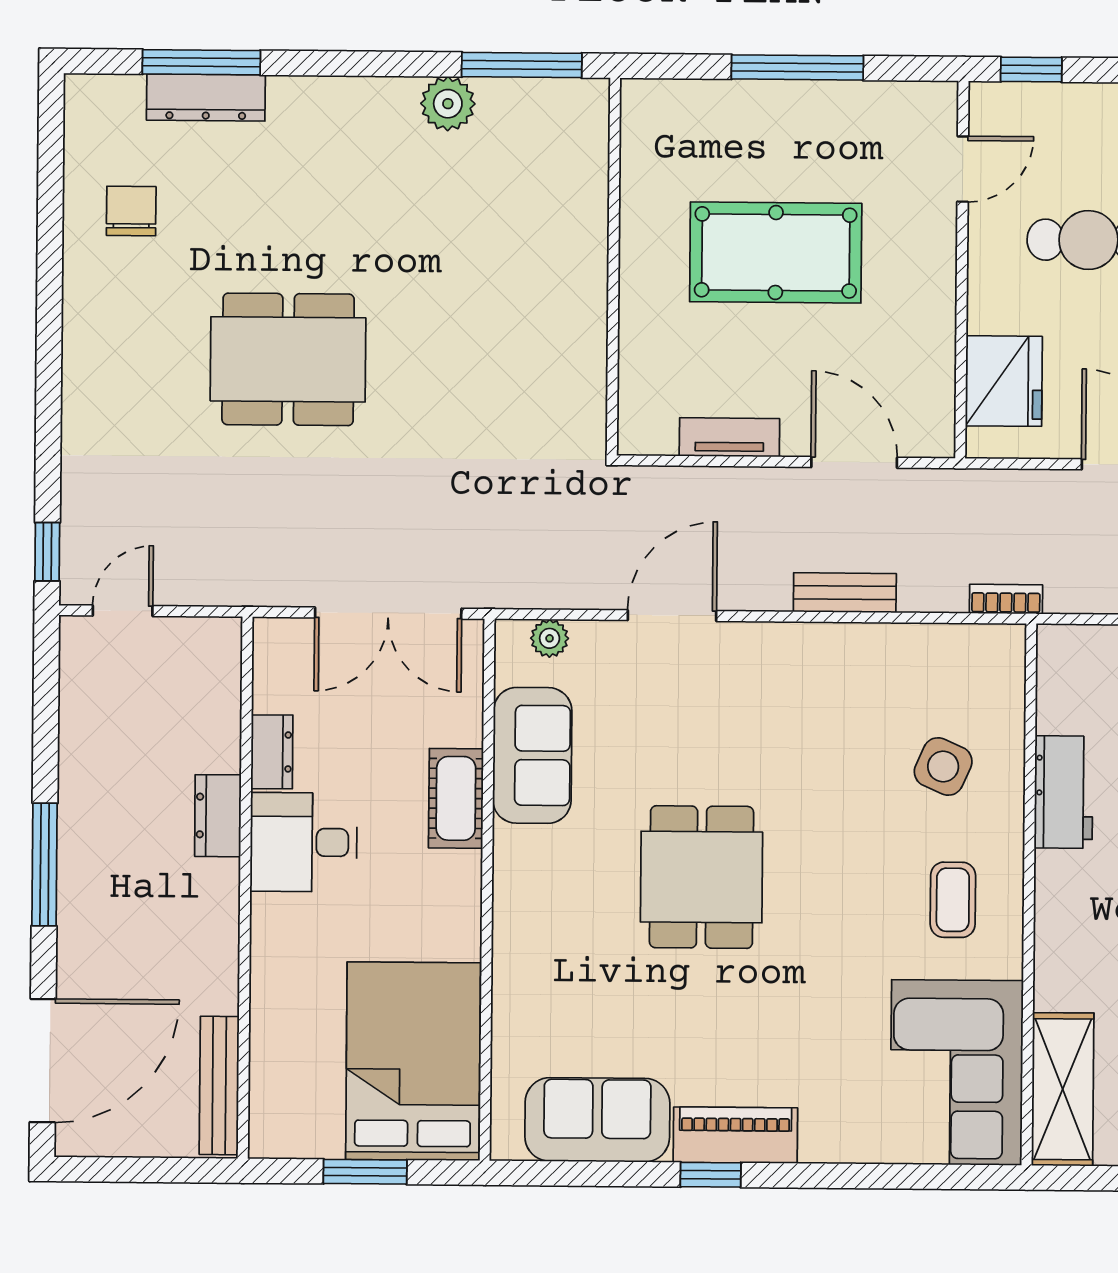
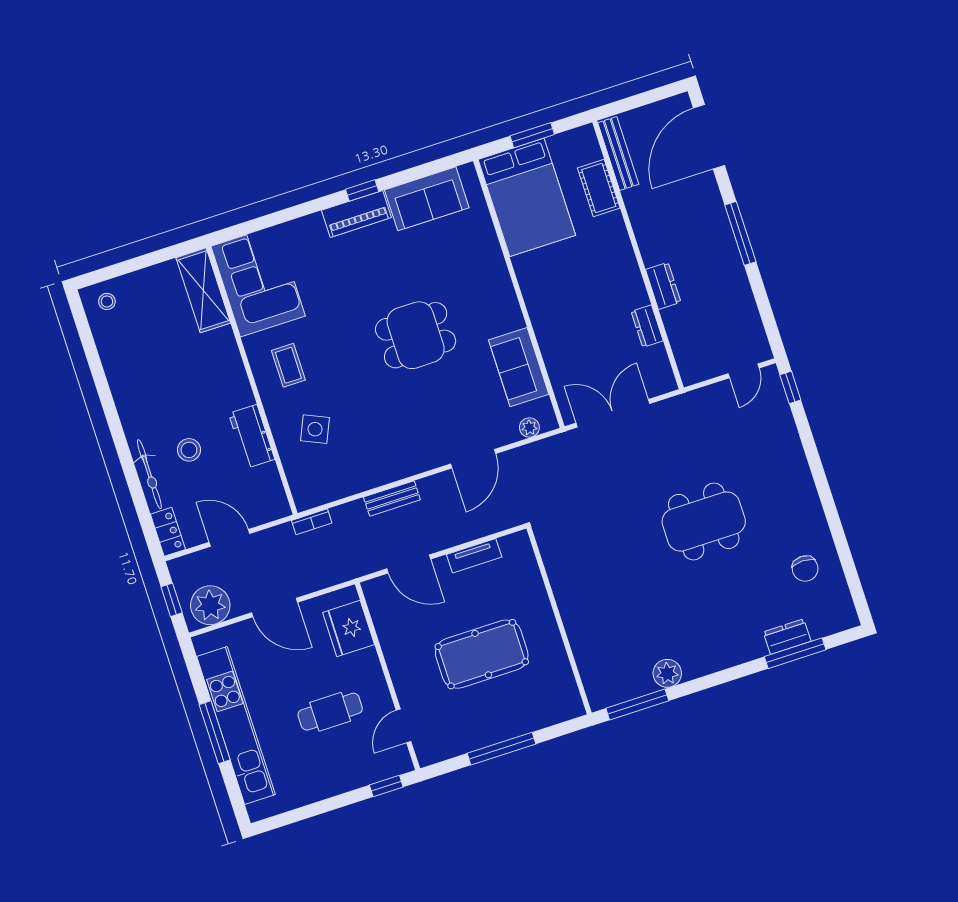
dresser: (206, 98) -> (787, 637), width x0.70
cot: (456, 798) -> (599, 188), moved
desk: (304, 842) -> (617, 287), removed
dining table: (701, 877) -> (416, 335), turned 90

